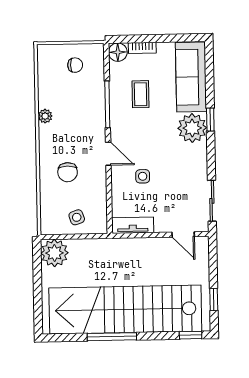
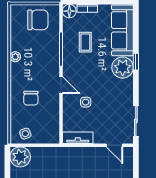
chair: (75, 65) -> (38, 20), width x1.87, depth x1.87
side table: (77, 217) -> (25, 134), moved

